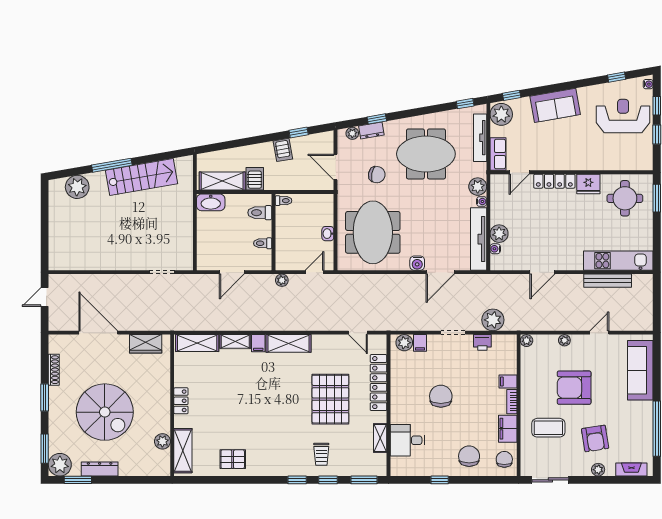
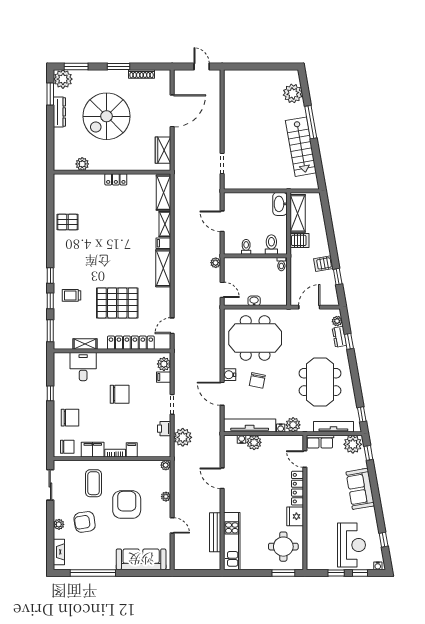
chair: (377, 175) -> (257, 380), moved
shelving: (183, 451) -> (75, 181), removed
pallet: (233, 459) -> (67, 222), turned 90

